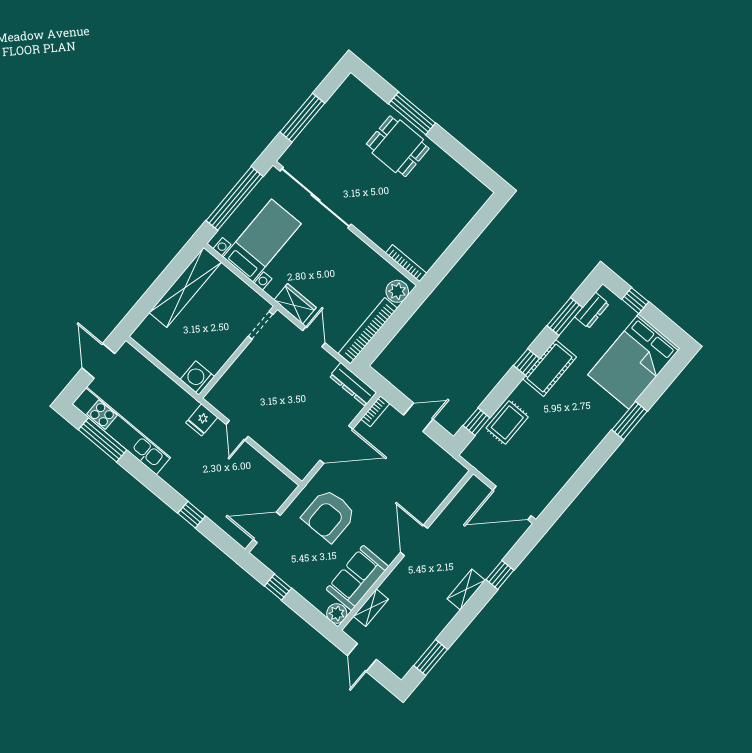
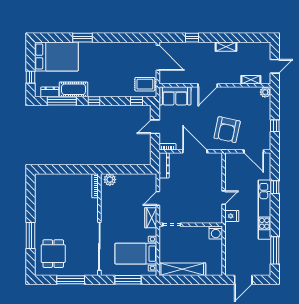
dining table: (398, 146) -> (53, 254), moved
window: (235, 198) -> (128, 280), width x0.68
window: (565, 317) -> (62, 101), width x1.44
bookcase: (368, 331) -> (137, 178), removed
cot: (550, 368) -> (74, 89), moved
door: (418, 417) -> (155, 127), hinge flipped
rug: (507, 422) -> (145, 84), moved
kitchen unit: (121, 431) -> (264, 210), moved
armchair: (329, 515) -> (227, 130), turned 102
sofa: (357, 578) -> (175, 96), moved
shelving: (466, 590) -> (226, 47), moved
window: (431, 657) -> (251, 38), removed

